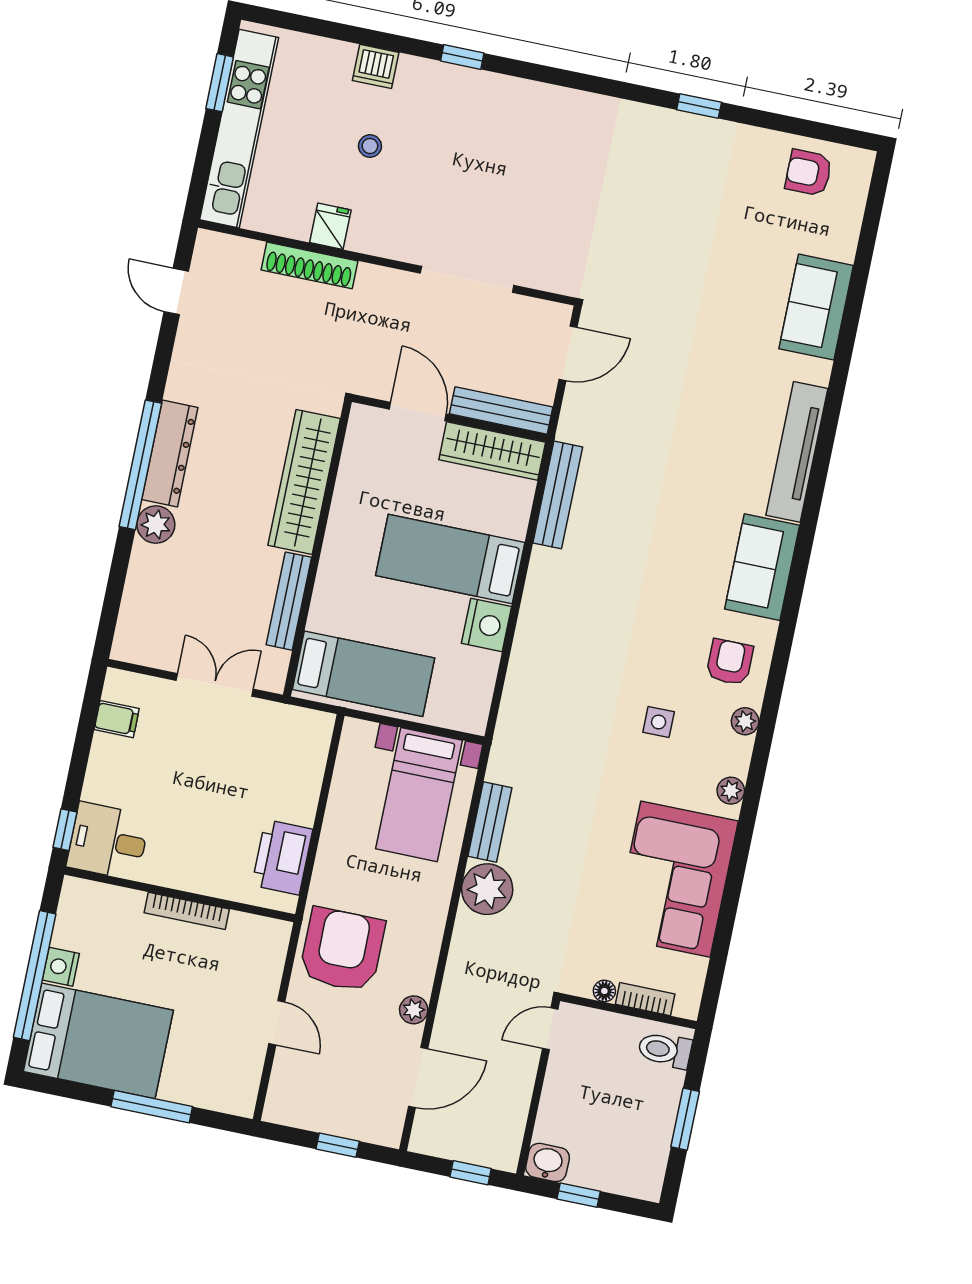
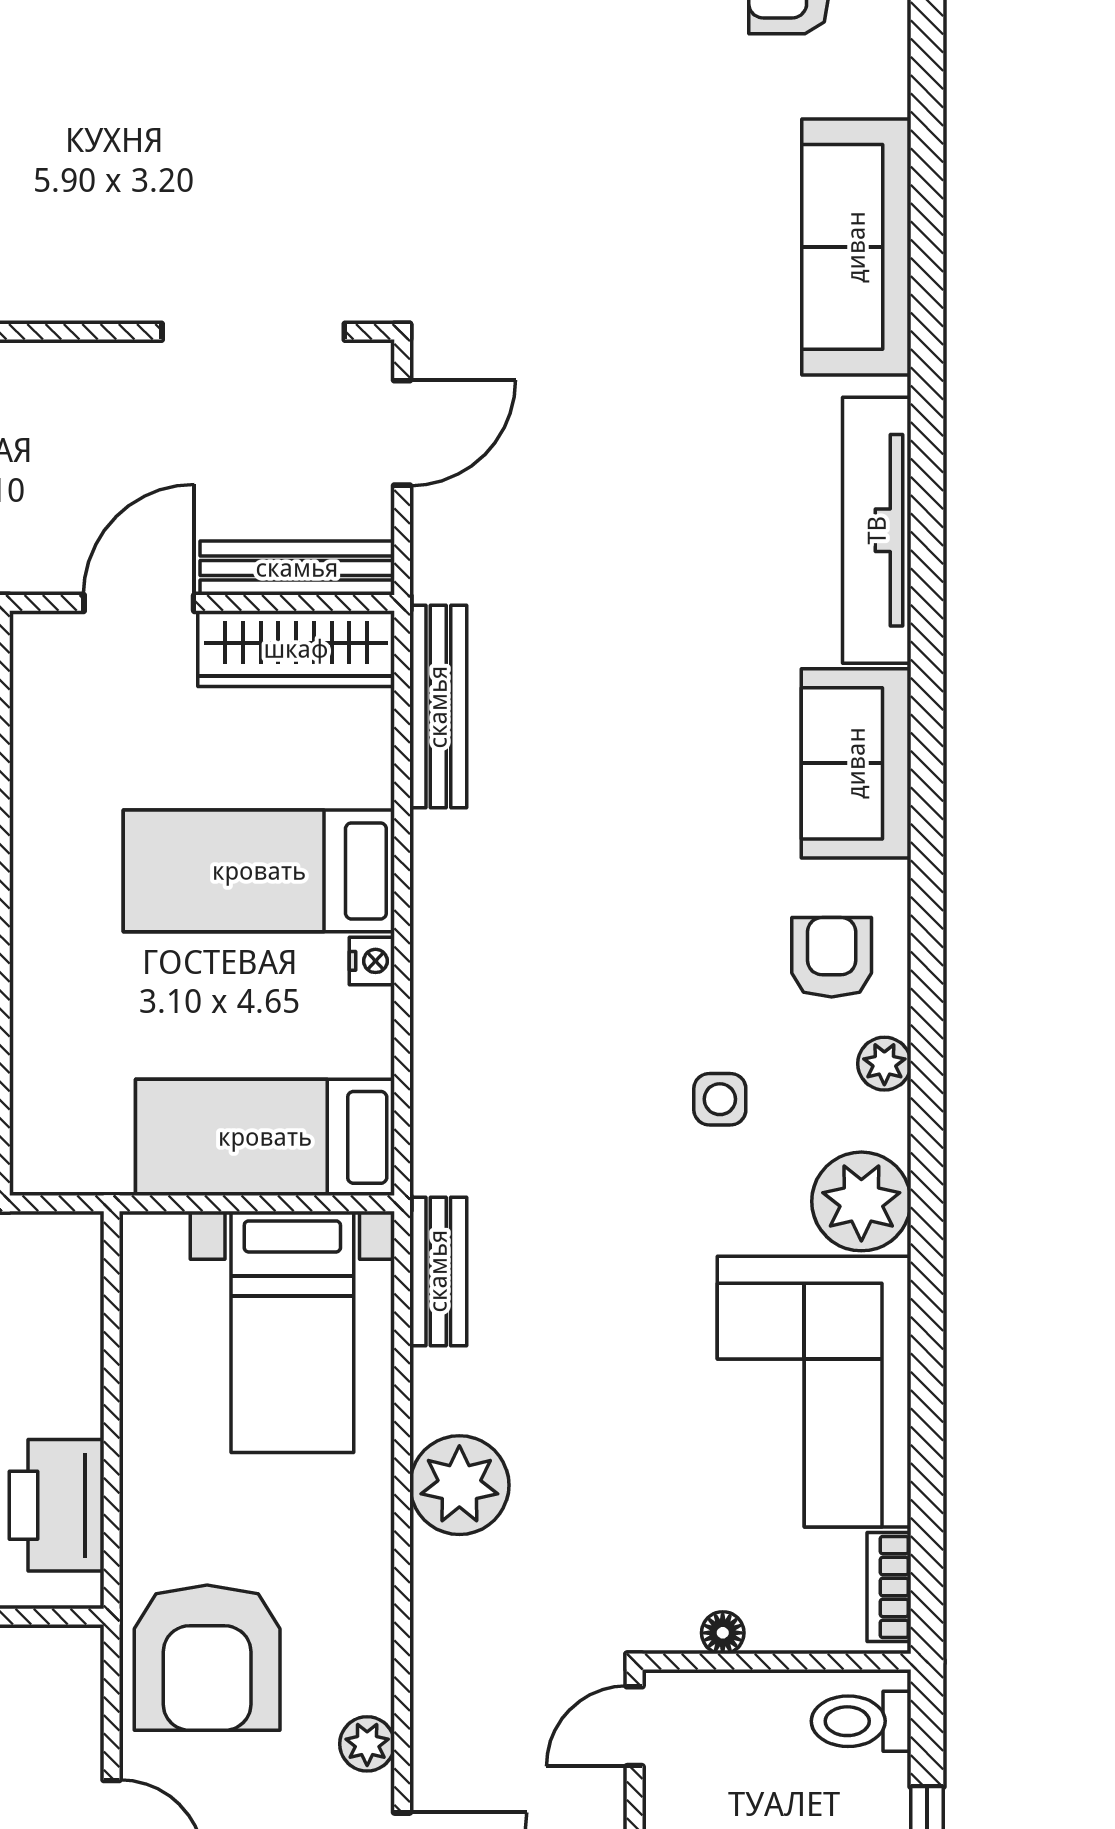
doorway: (467, 279) -> (253, 332), moved
sofa: (816, 307) -> (856, 247), width x1.36
door: (418, 412) -> (139, 603), hinge flipped
nightstand: (487, 625) -> (372, 961), width x0.53, depth x0.56
bed: (363, 674) -> (265, 1137), moved, turned 180
plant: (731, 791) -> (861, 1201), width x1.88, depth x1.88
bench: (490, 822) -> (438, 1271), moved
armchair: (342, 950) -> (207, 1658), turned 180
bookcase: (645, 999) -> (889, 1587), moved, turned -90

